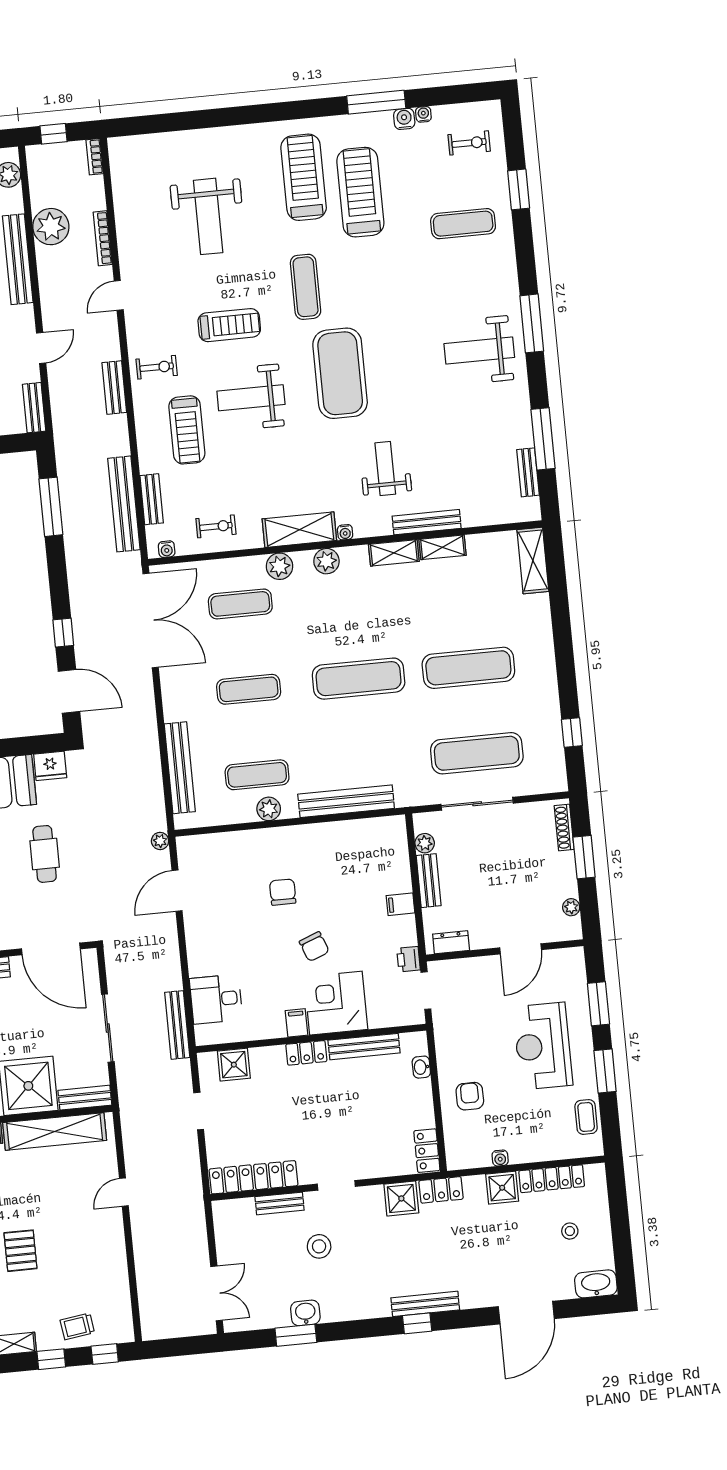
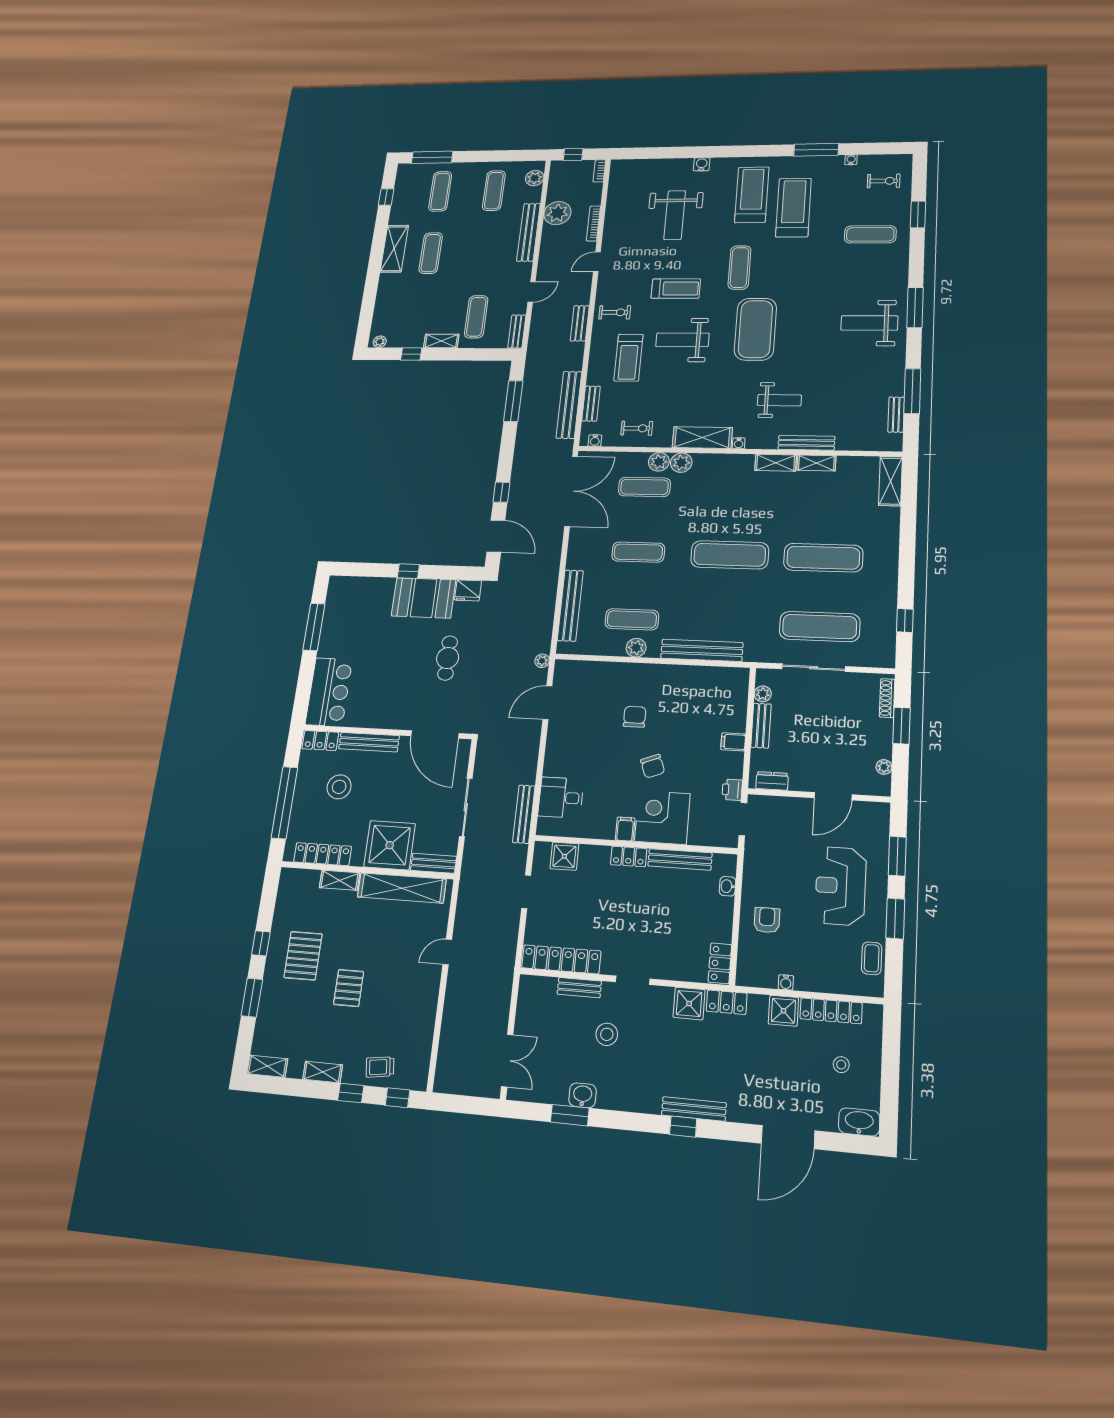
water cooler: (404, 119) -> (702, 164), moved
weight bench: (385, 469) -> (779, 400), turned 90
plant: (326, 561) -> (659, 462), moved

